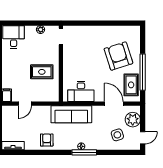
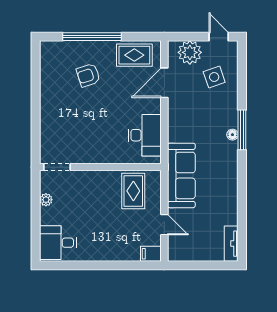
armchair: (118, 56) -> (88, 75), width x0.53, depth x0.53
rug: (42, 72) -> (133, 191), moved
window: (143, 72) -> (92, 37), moved
sofa: (71, 114) -> (181, 175), moved
armchair: (47, 140) -> (222, 190), removed

